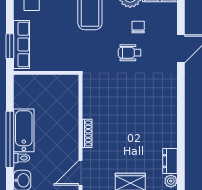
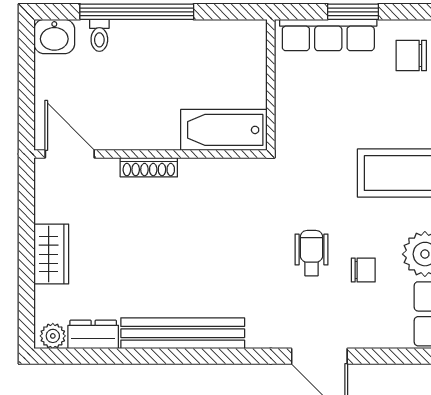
window: (10, 46) -> (353, 12), moved
bench: (169, 117) -> (183, 333), added
bathtub: (24, 130) -> (224, 130), moved, turned 180

